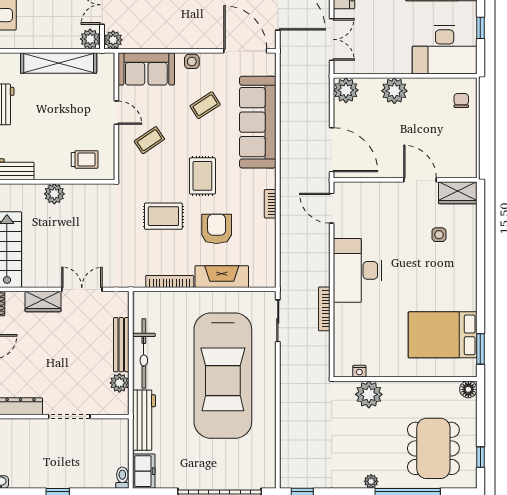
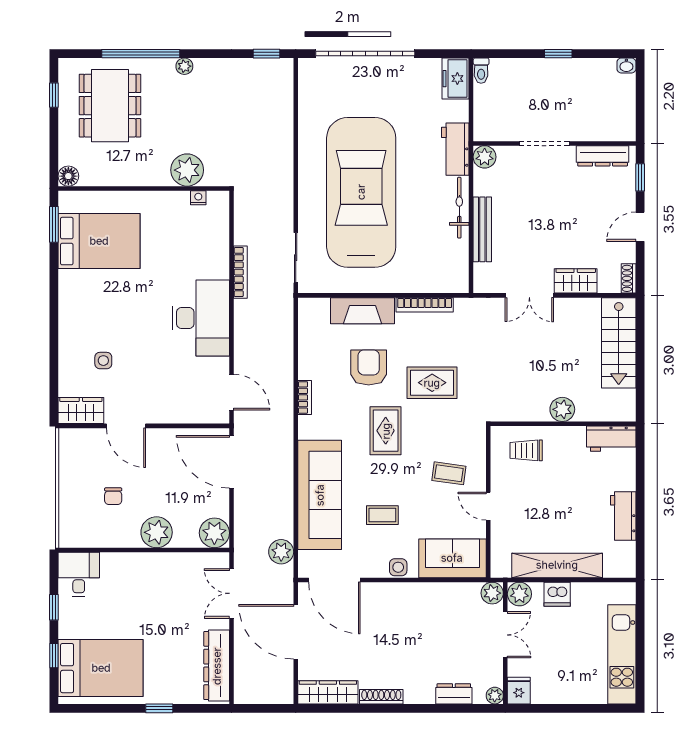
dishwasher: (59, 39) -> (557, 594), added
desk: (445, 50) -> (79, 574), width x0.53, depth x0.77
plant: (290, 74) -> (281, 552), added
chair: (461, 101) -> (113, 496), moved
coffee table: (205, 105) -> (382, 515), turned 33
coffee table: (149, 140) -> (449, 473), turned 42
armchair: (217, 229) -> (369, 367), turned 180
bicycle: (144, 353) -> (459, 208), width x0.73, depth x0.71
plant: (119, 383) -> (485, 157), moved
workbench: (144, 420) -> (455, 149), width x0.73

